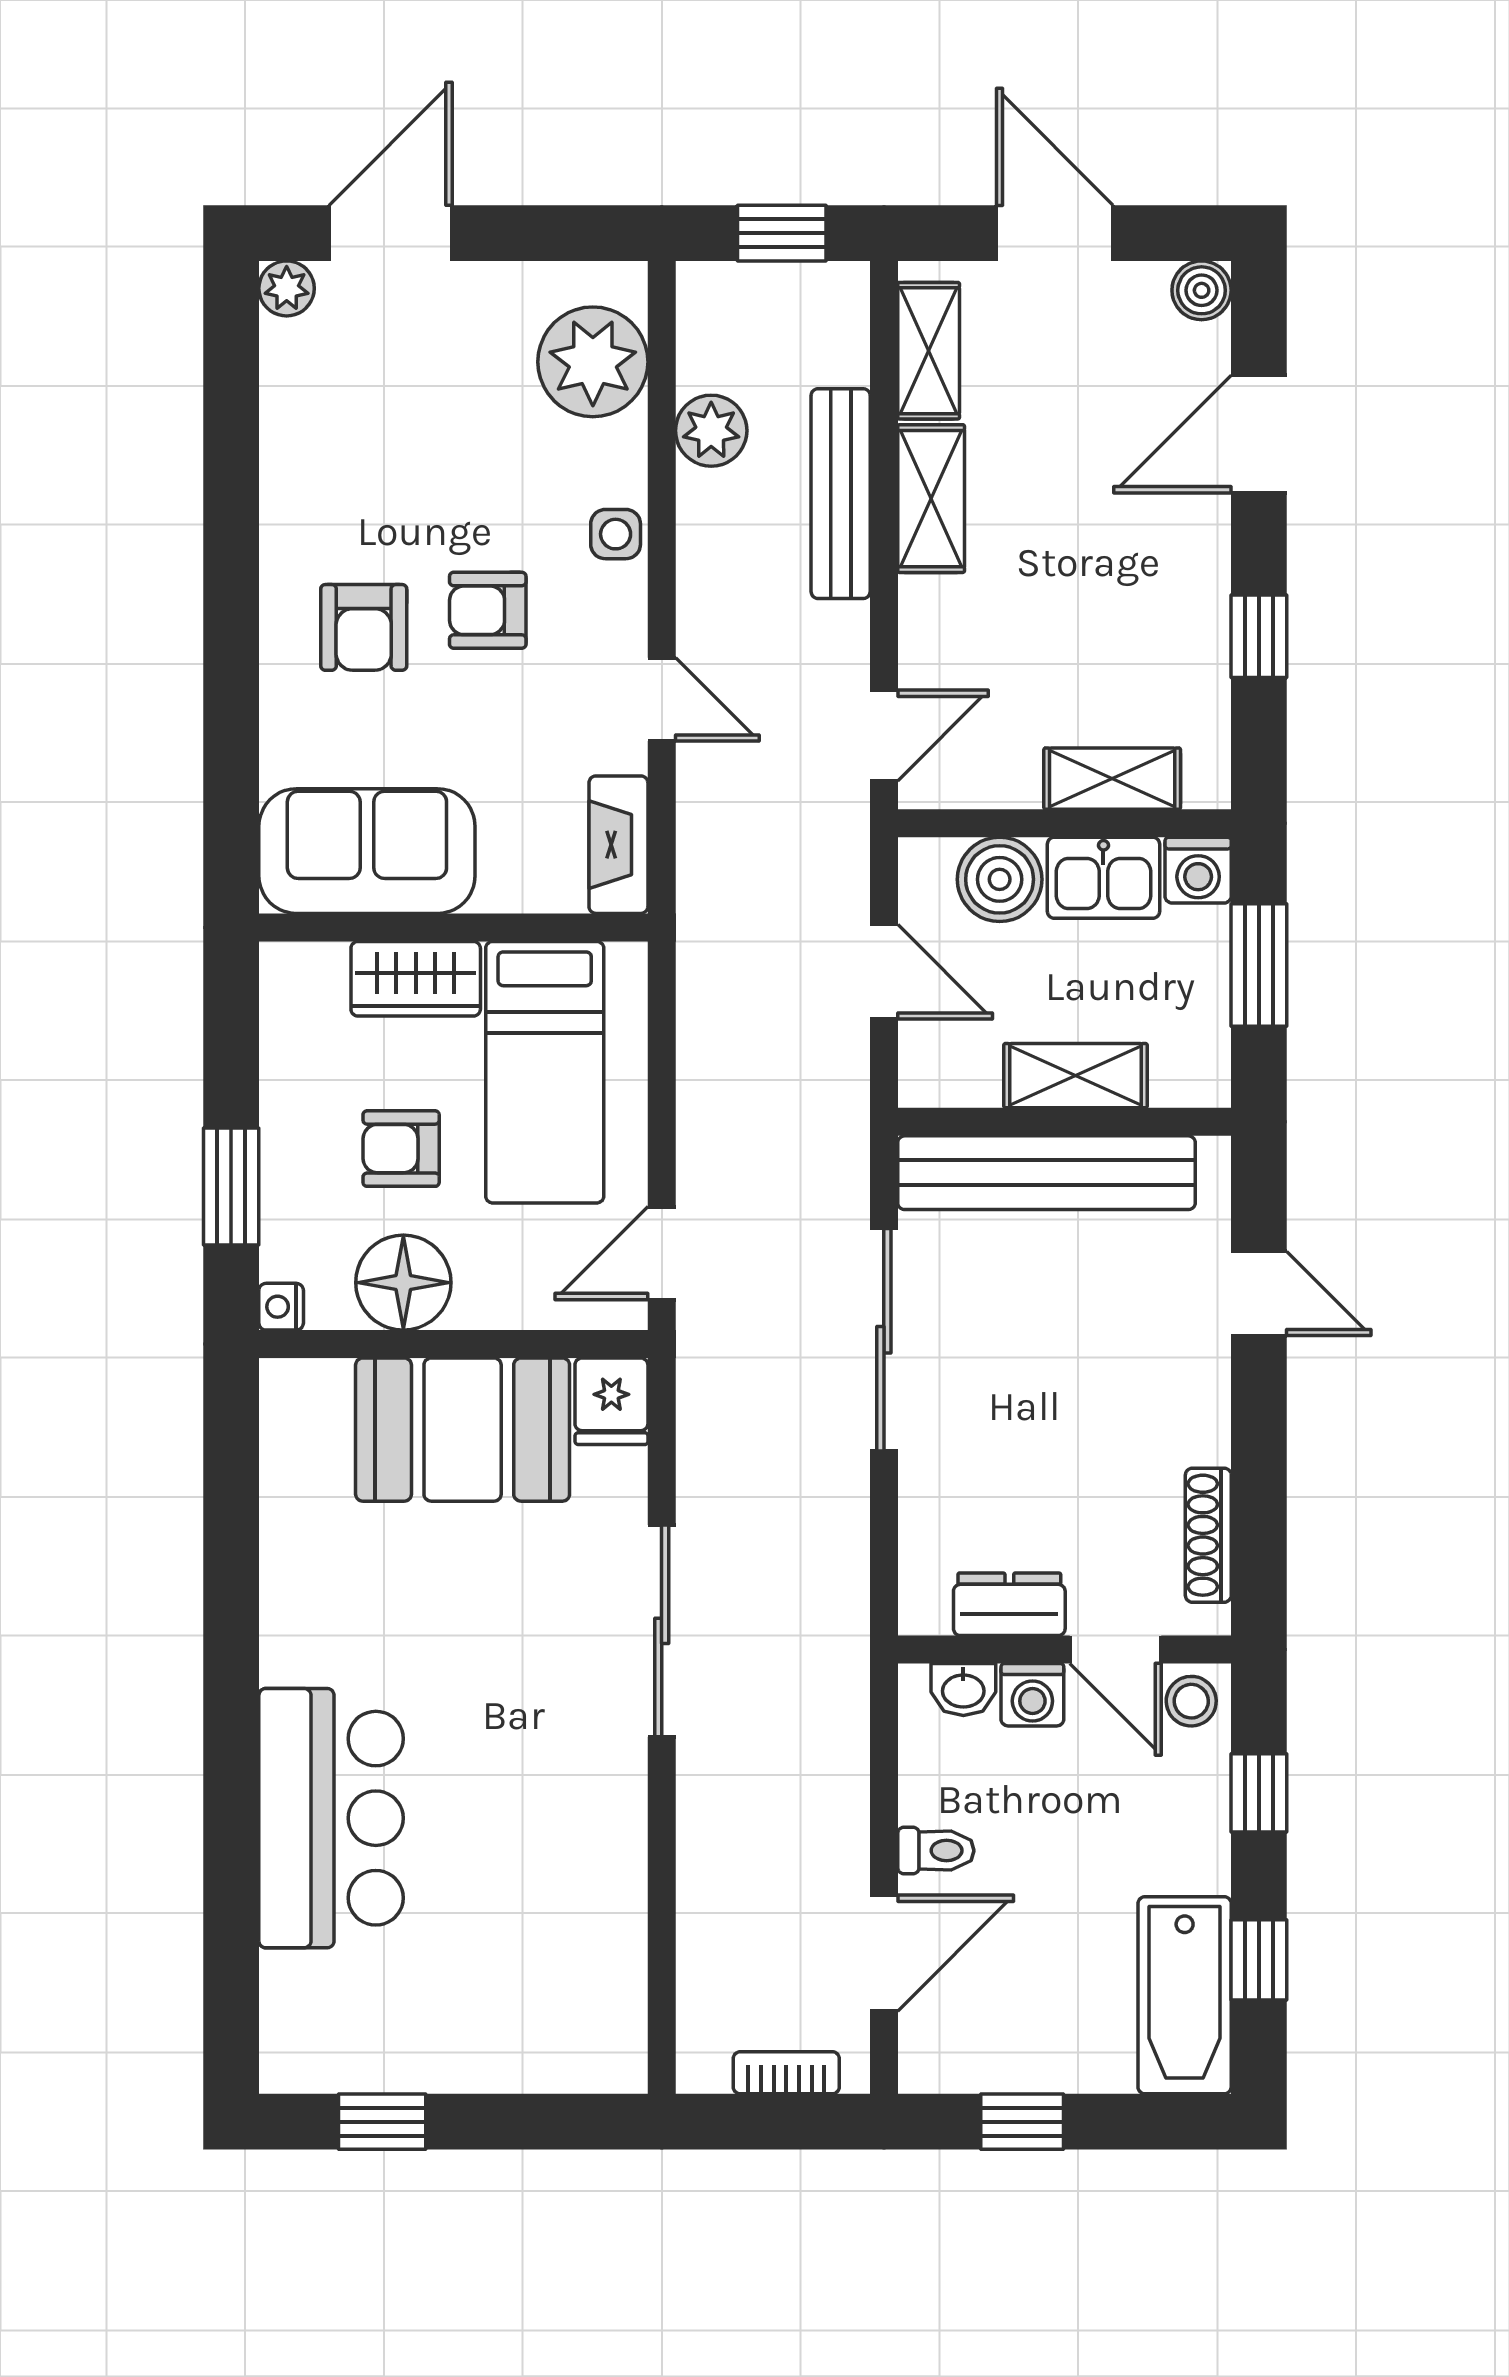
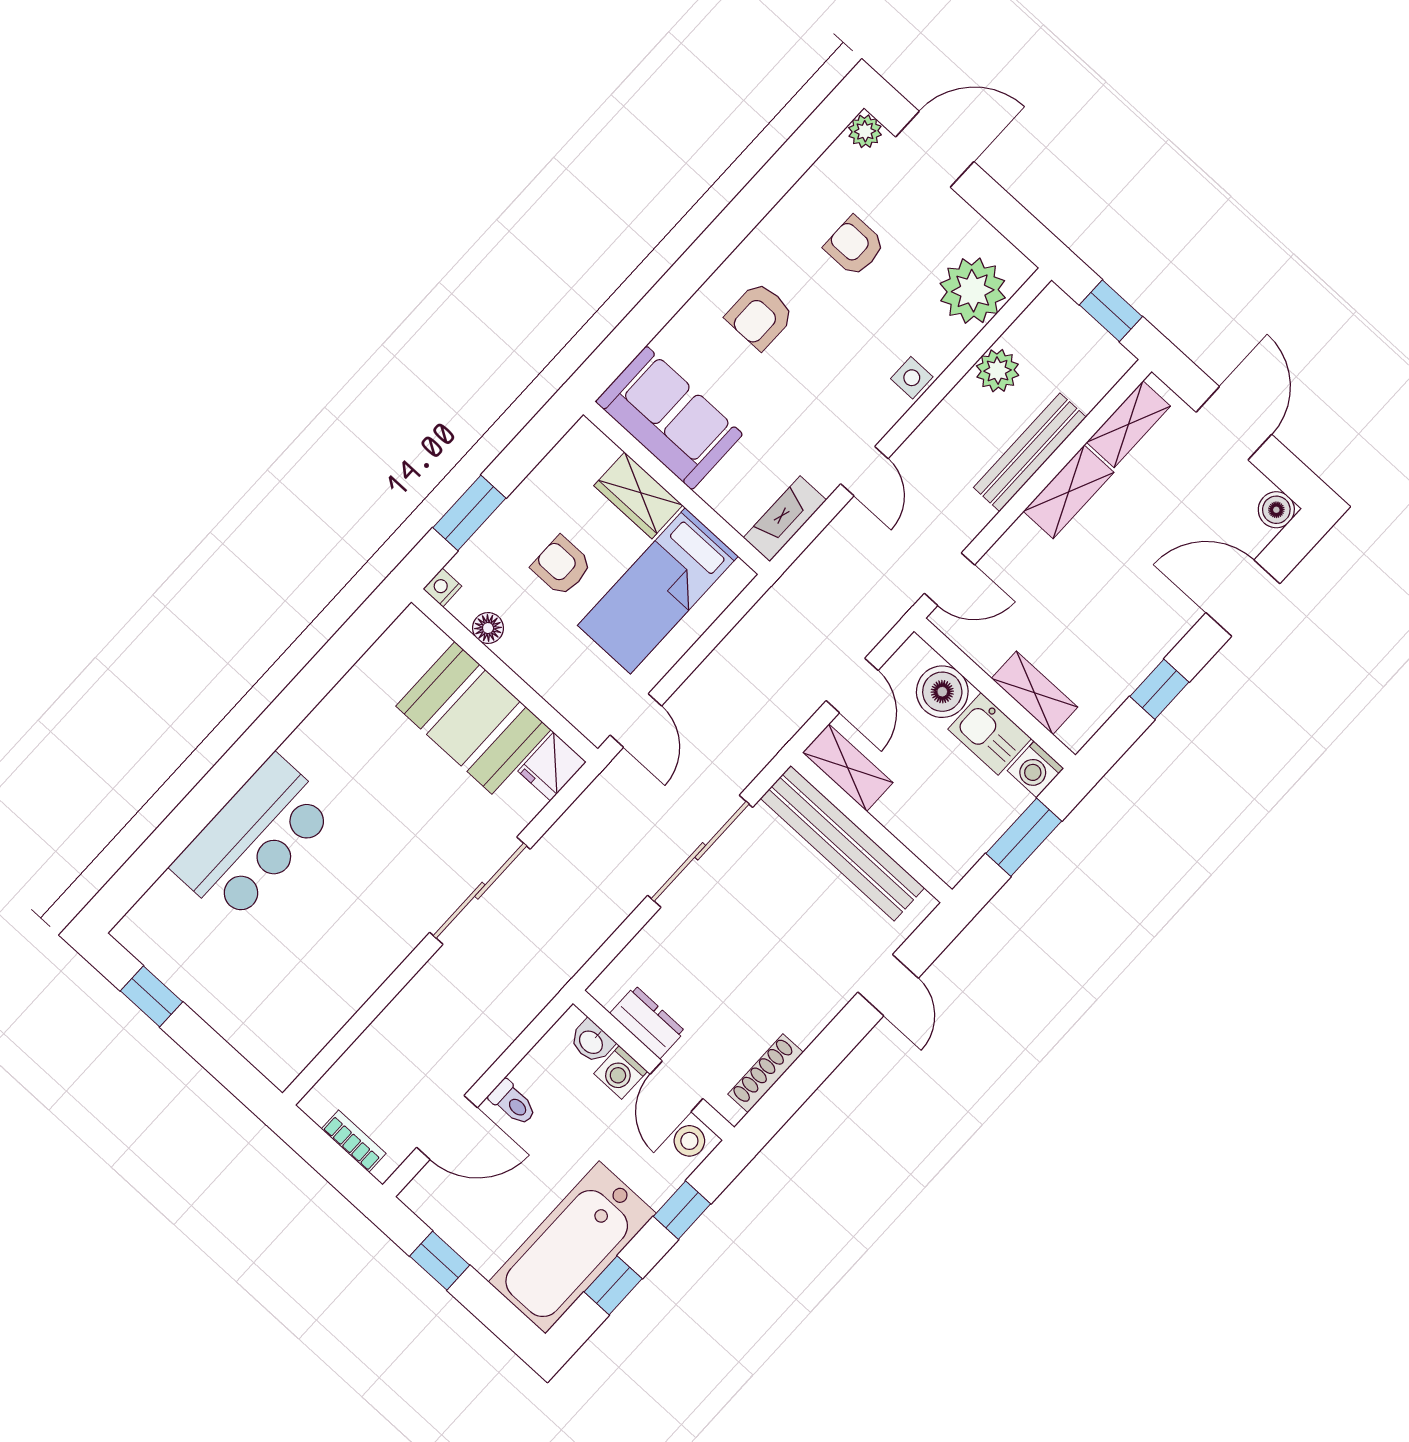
armchair: (488, 610) -> (855, 246), moved
shelving: (1076, 1076) -> (848, 768), moved
door: (662, 1253) -> (636, 721), swing flipped
floor lamp: (403, 1283) -> (488, 628), width x0.53, depth x0.53
bathtub: (1185, 1995) -> (572, 1247), width x1.36, depth x1.36

